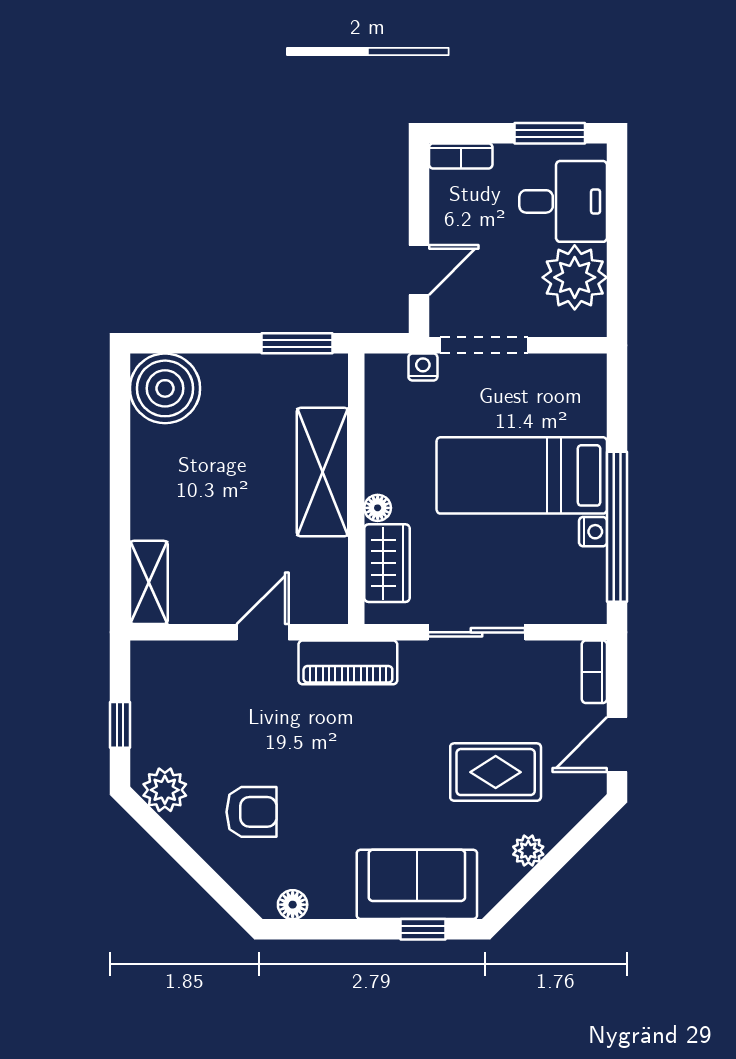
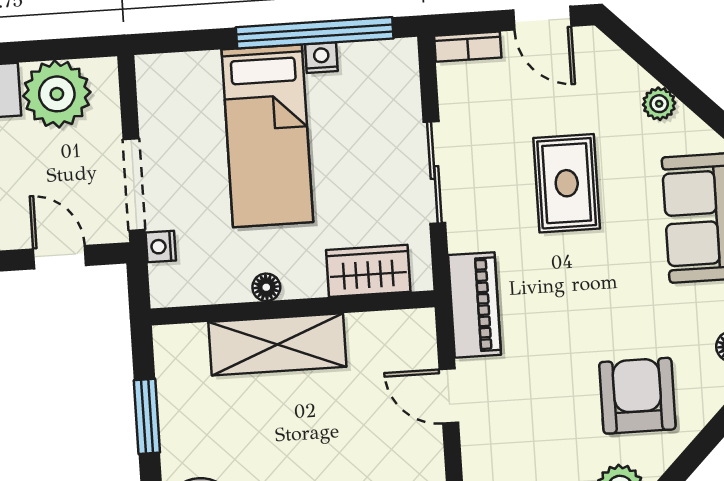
window: (297, 343) -> (147, 416), moved
floor lamp: (378, 508) -> (266, 287), moved
rug: (496, 772) -> (567, 183), moved
armchair: (251, 812) -> (637, 396), width x1.38, depth x1.38

